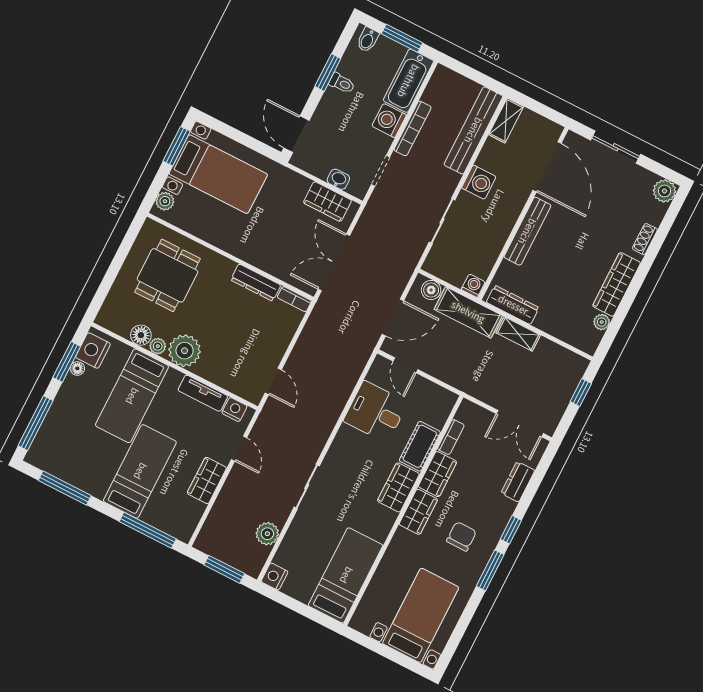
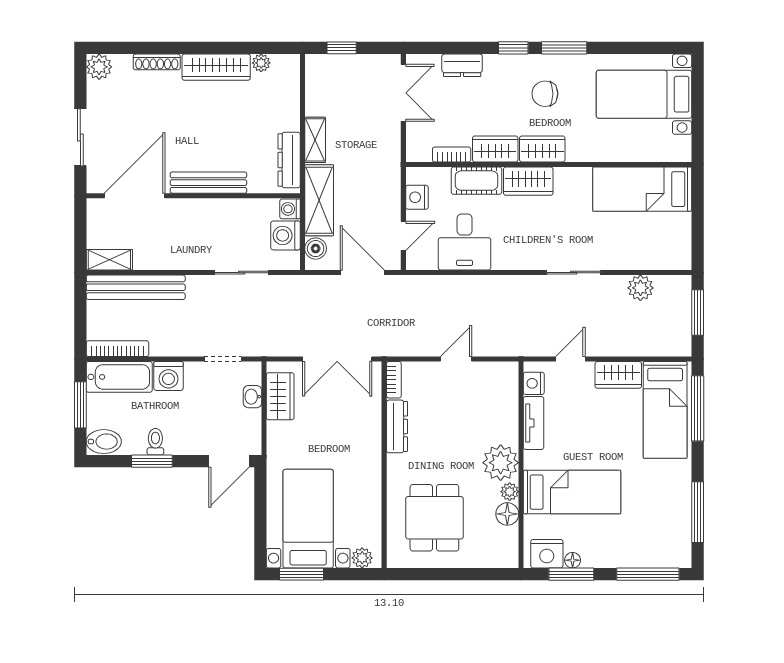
bidet: (368, 40) -> (104, 442), width x1.38, depth x1.36
bookcase: (413, 128) -> (117, 349), moved
washing machine: (479, 182) -> (286, 235), moved, turned -90
shoe rack: (645, 239) -> (157, 62), width x1.43
dining table: (167, 275) -> (434, 518), turned 90
door: (273, 381) -> (456, 359), moved
bed: (140, 471) -> (665, 410), moved, turned -90
nightstand: (275, 577) -> (417, 197), moved, turned 90

